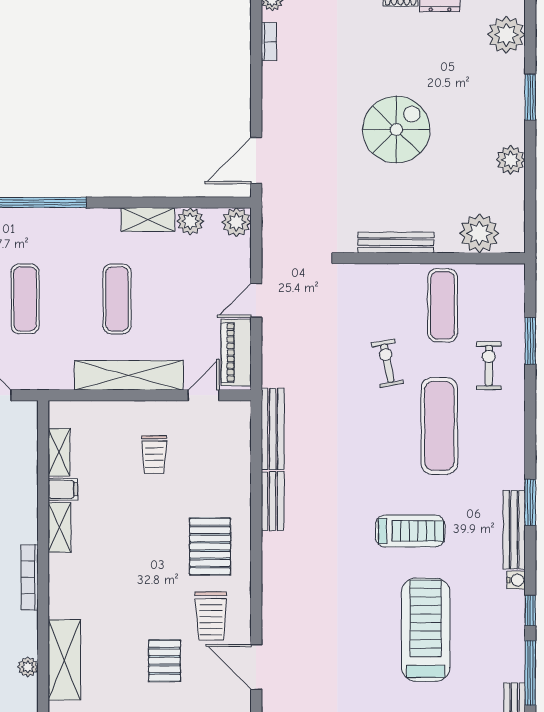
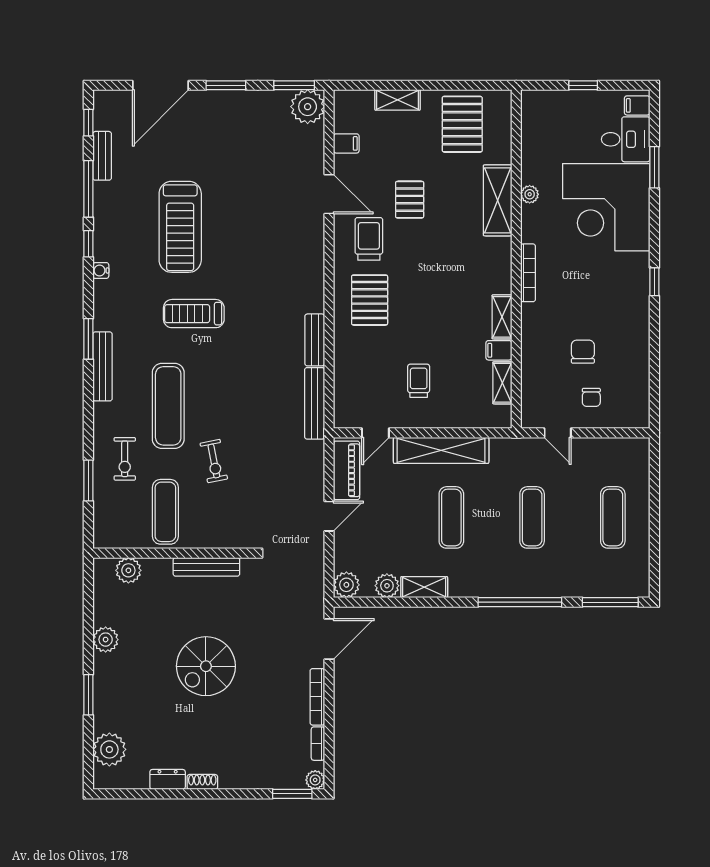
bookcase: (270, 95) -> (317, 697), added
plant: (479, 233) -> (128, 570), width x0.73, depth x0.73
bench: (514, 530) -> (103, 366), moved

